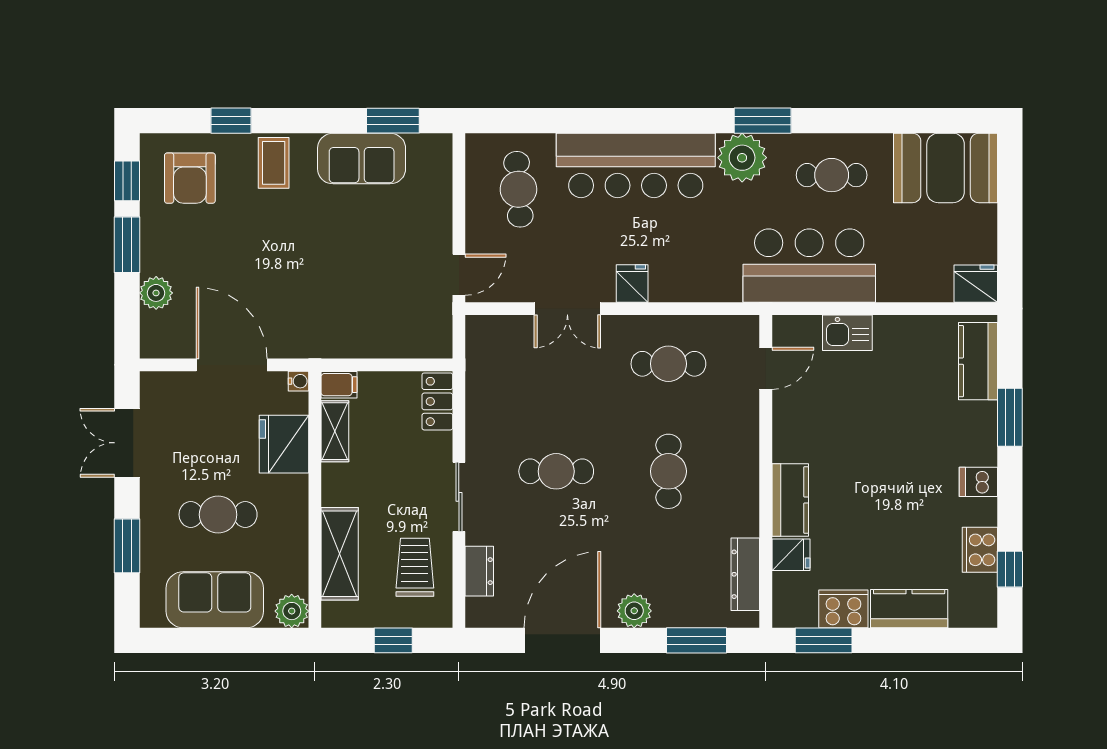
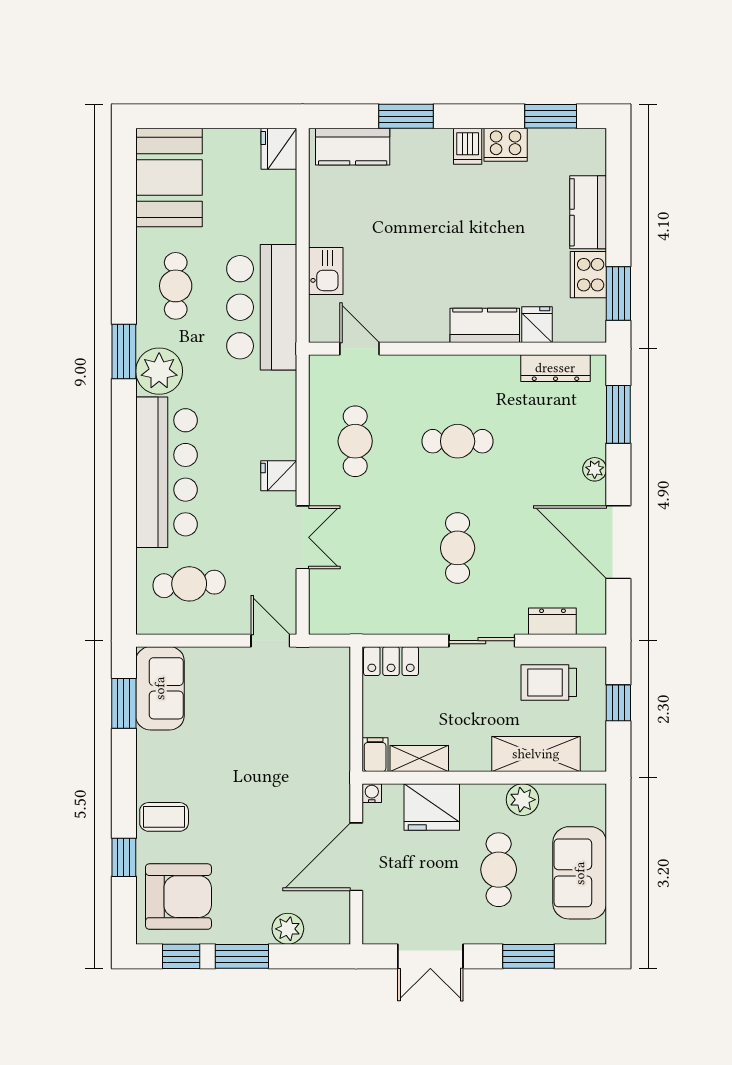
sofa: (362, 159) -> (160, 688), moved
armchair: (190, 178) -> (178, 897), width x1.36, depth x1.36
cooker: (980, 550) -> (506, 145), moved
window: (1010, 569) -> (551, 116), width x1.50
plant: (292, 611) -> (522, 800), moved
plant: (634, 611) -> (595, 469), width x0.73, depth x0.73

